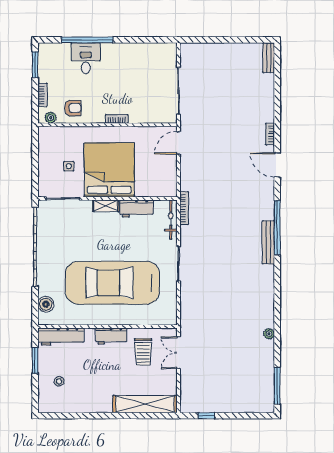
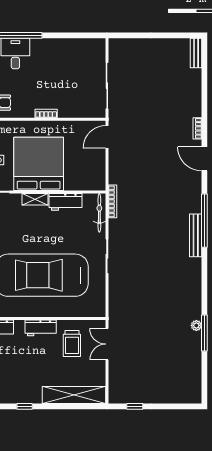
window: (277, 386) -> (204, 333), moved
window: (95, 416) -> (25, 406), added

